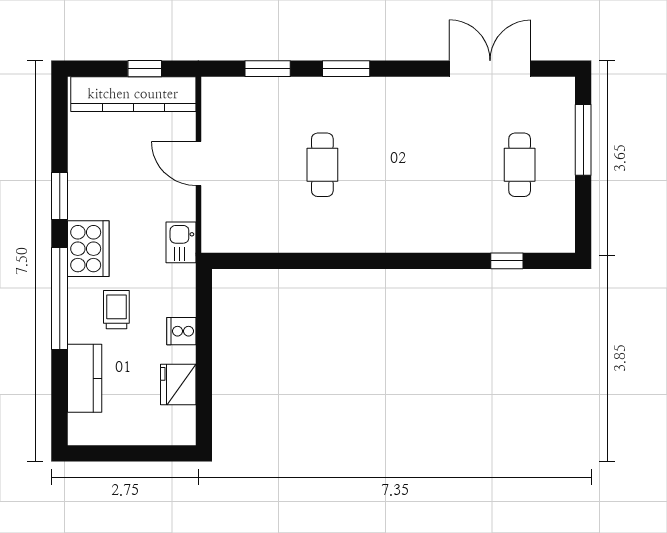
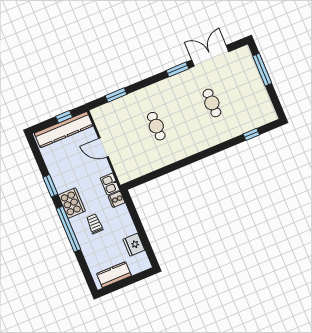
window: (346, 69) -> (177, 70), moved
cafe table: (520, 165) -> (212, 103), moved
cooker: (181, 331) -> (117, 199), moved
kitchen counter: (85, 378) -> (114, 275), moved, turned -90

